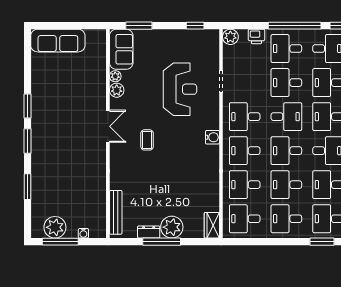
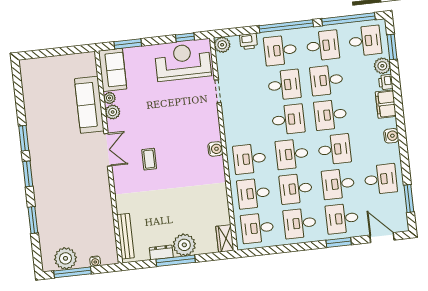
sofa: (58, 41) -> (89, 105), moved, turned 90
desk: (286, 83) -> (284, 85), turned 180
reception desk: (180, 89) -> (183, 62), moved, turned -90
desk: (245, 117) -> (246, 124), removed

